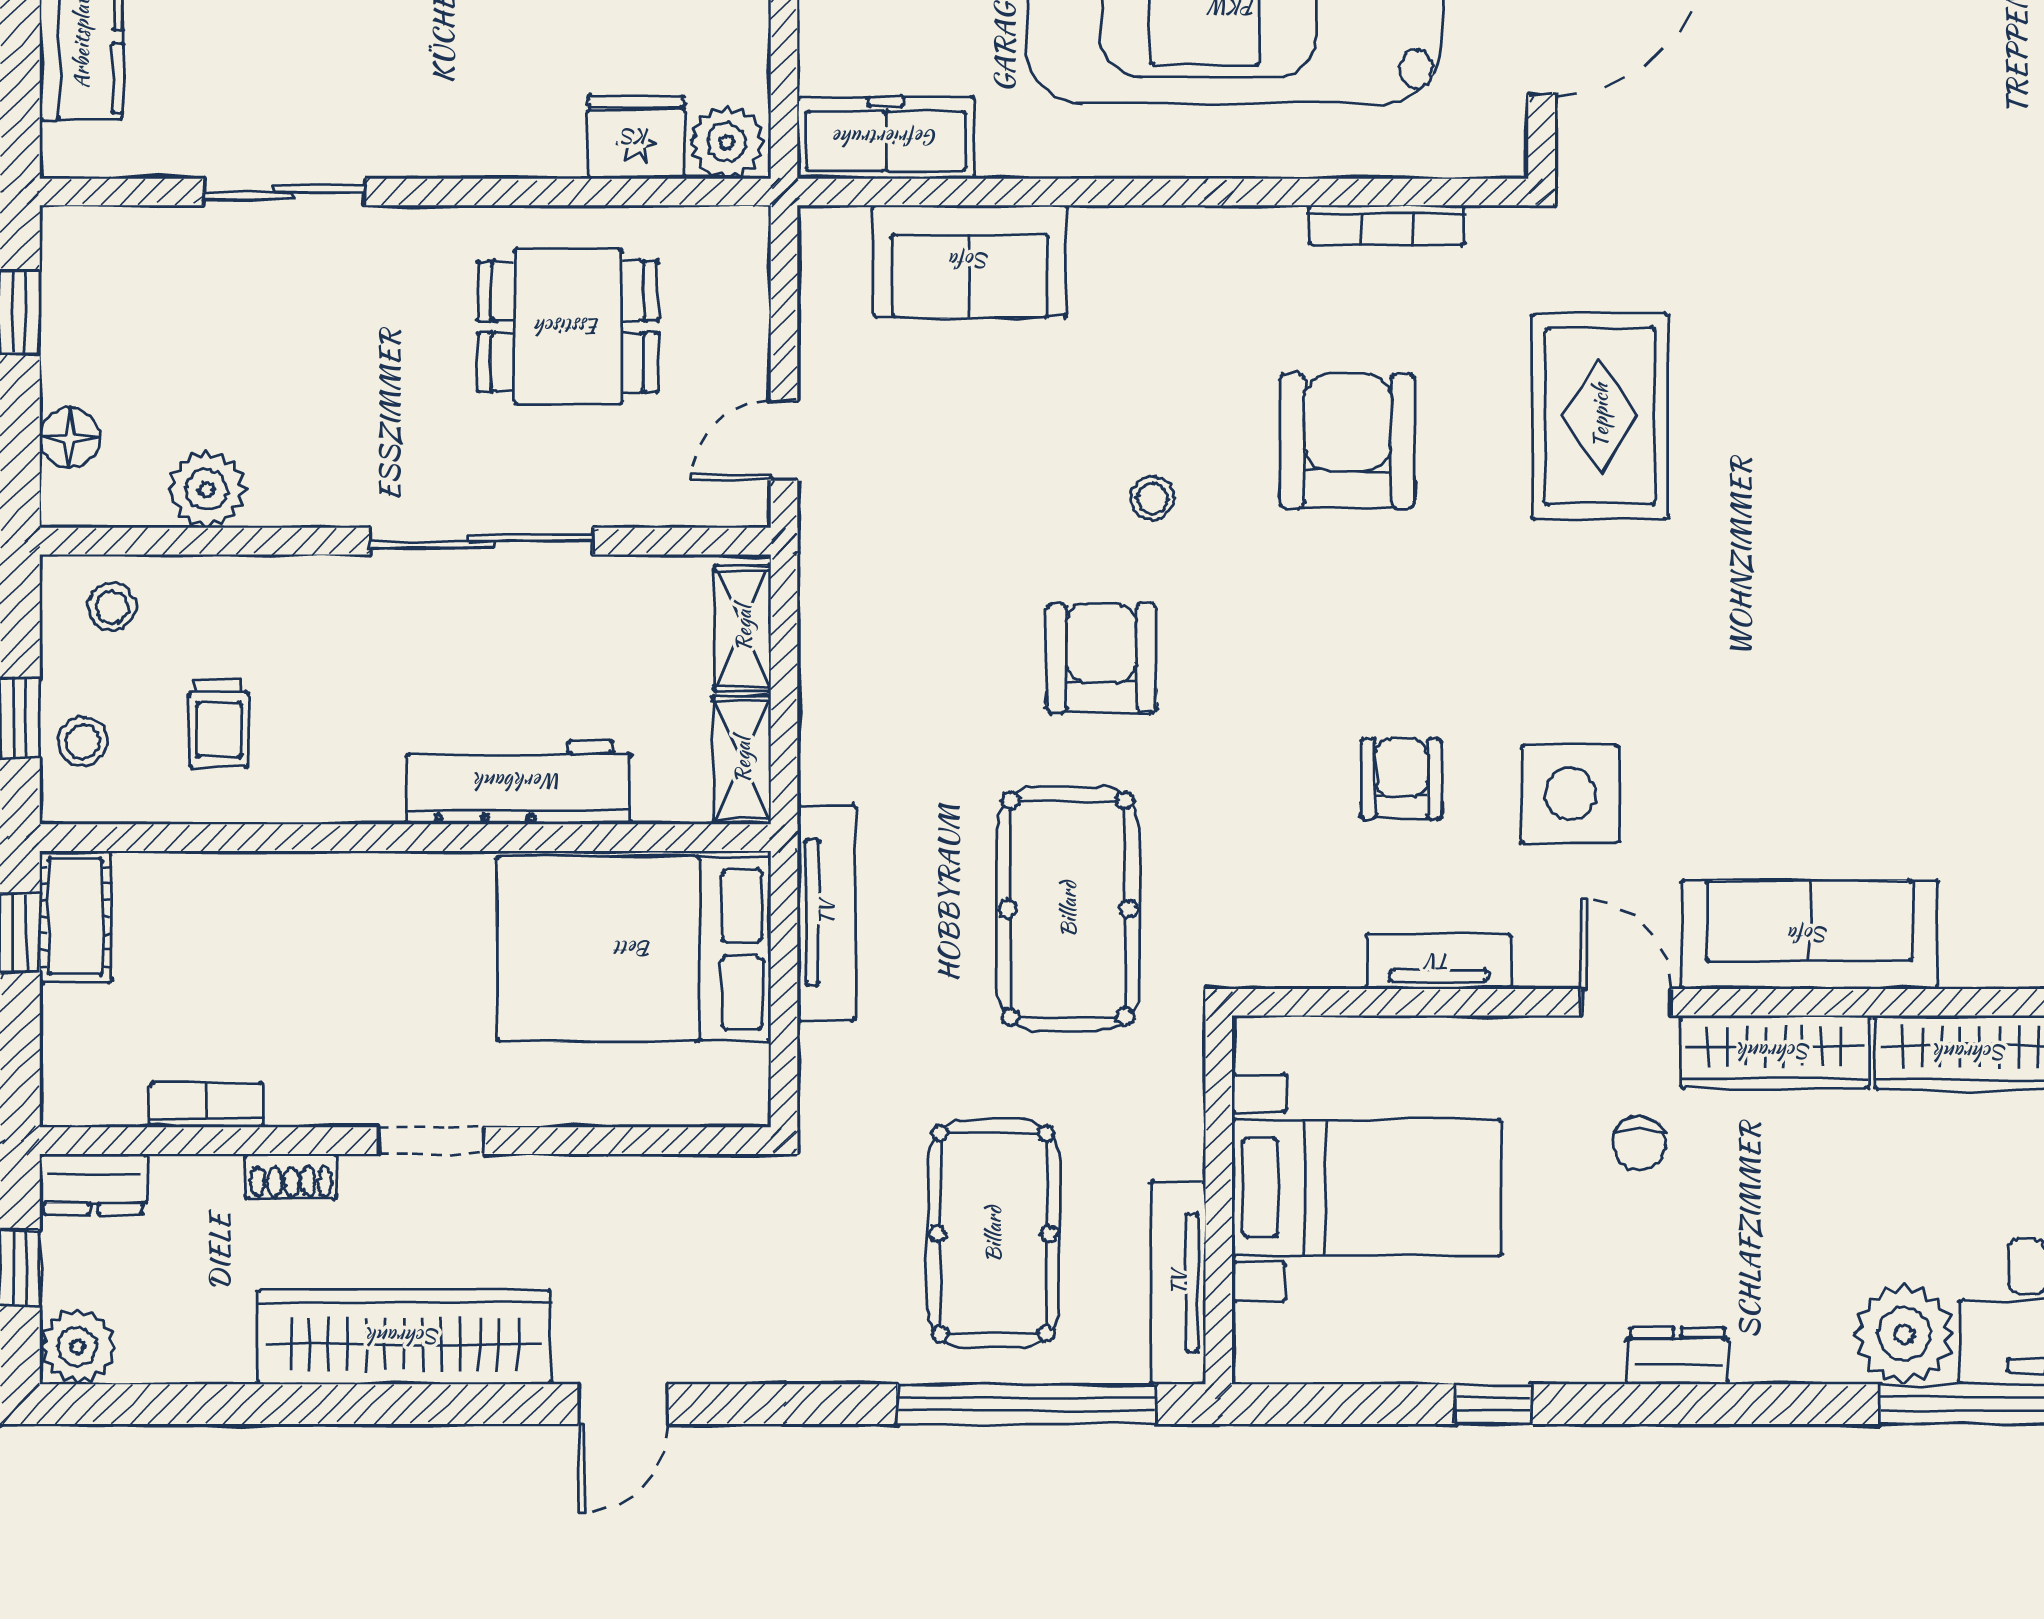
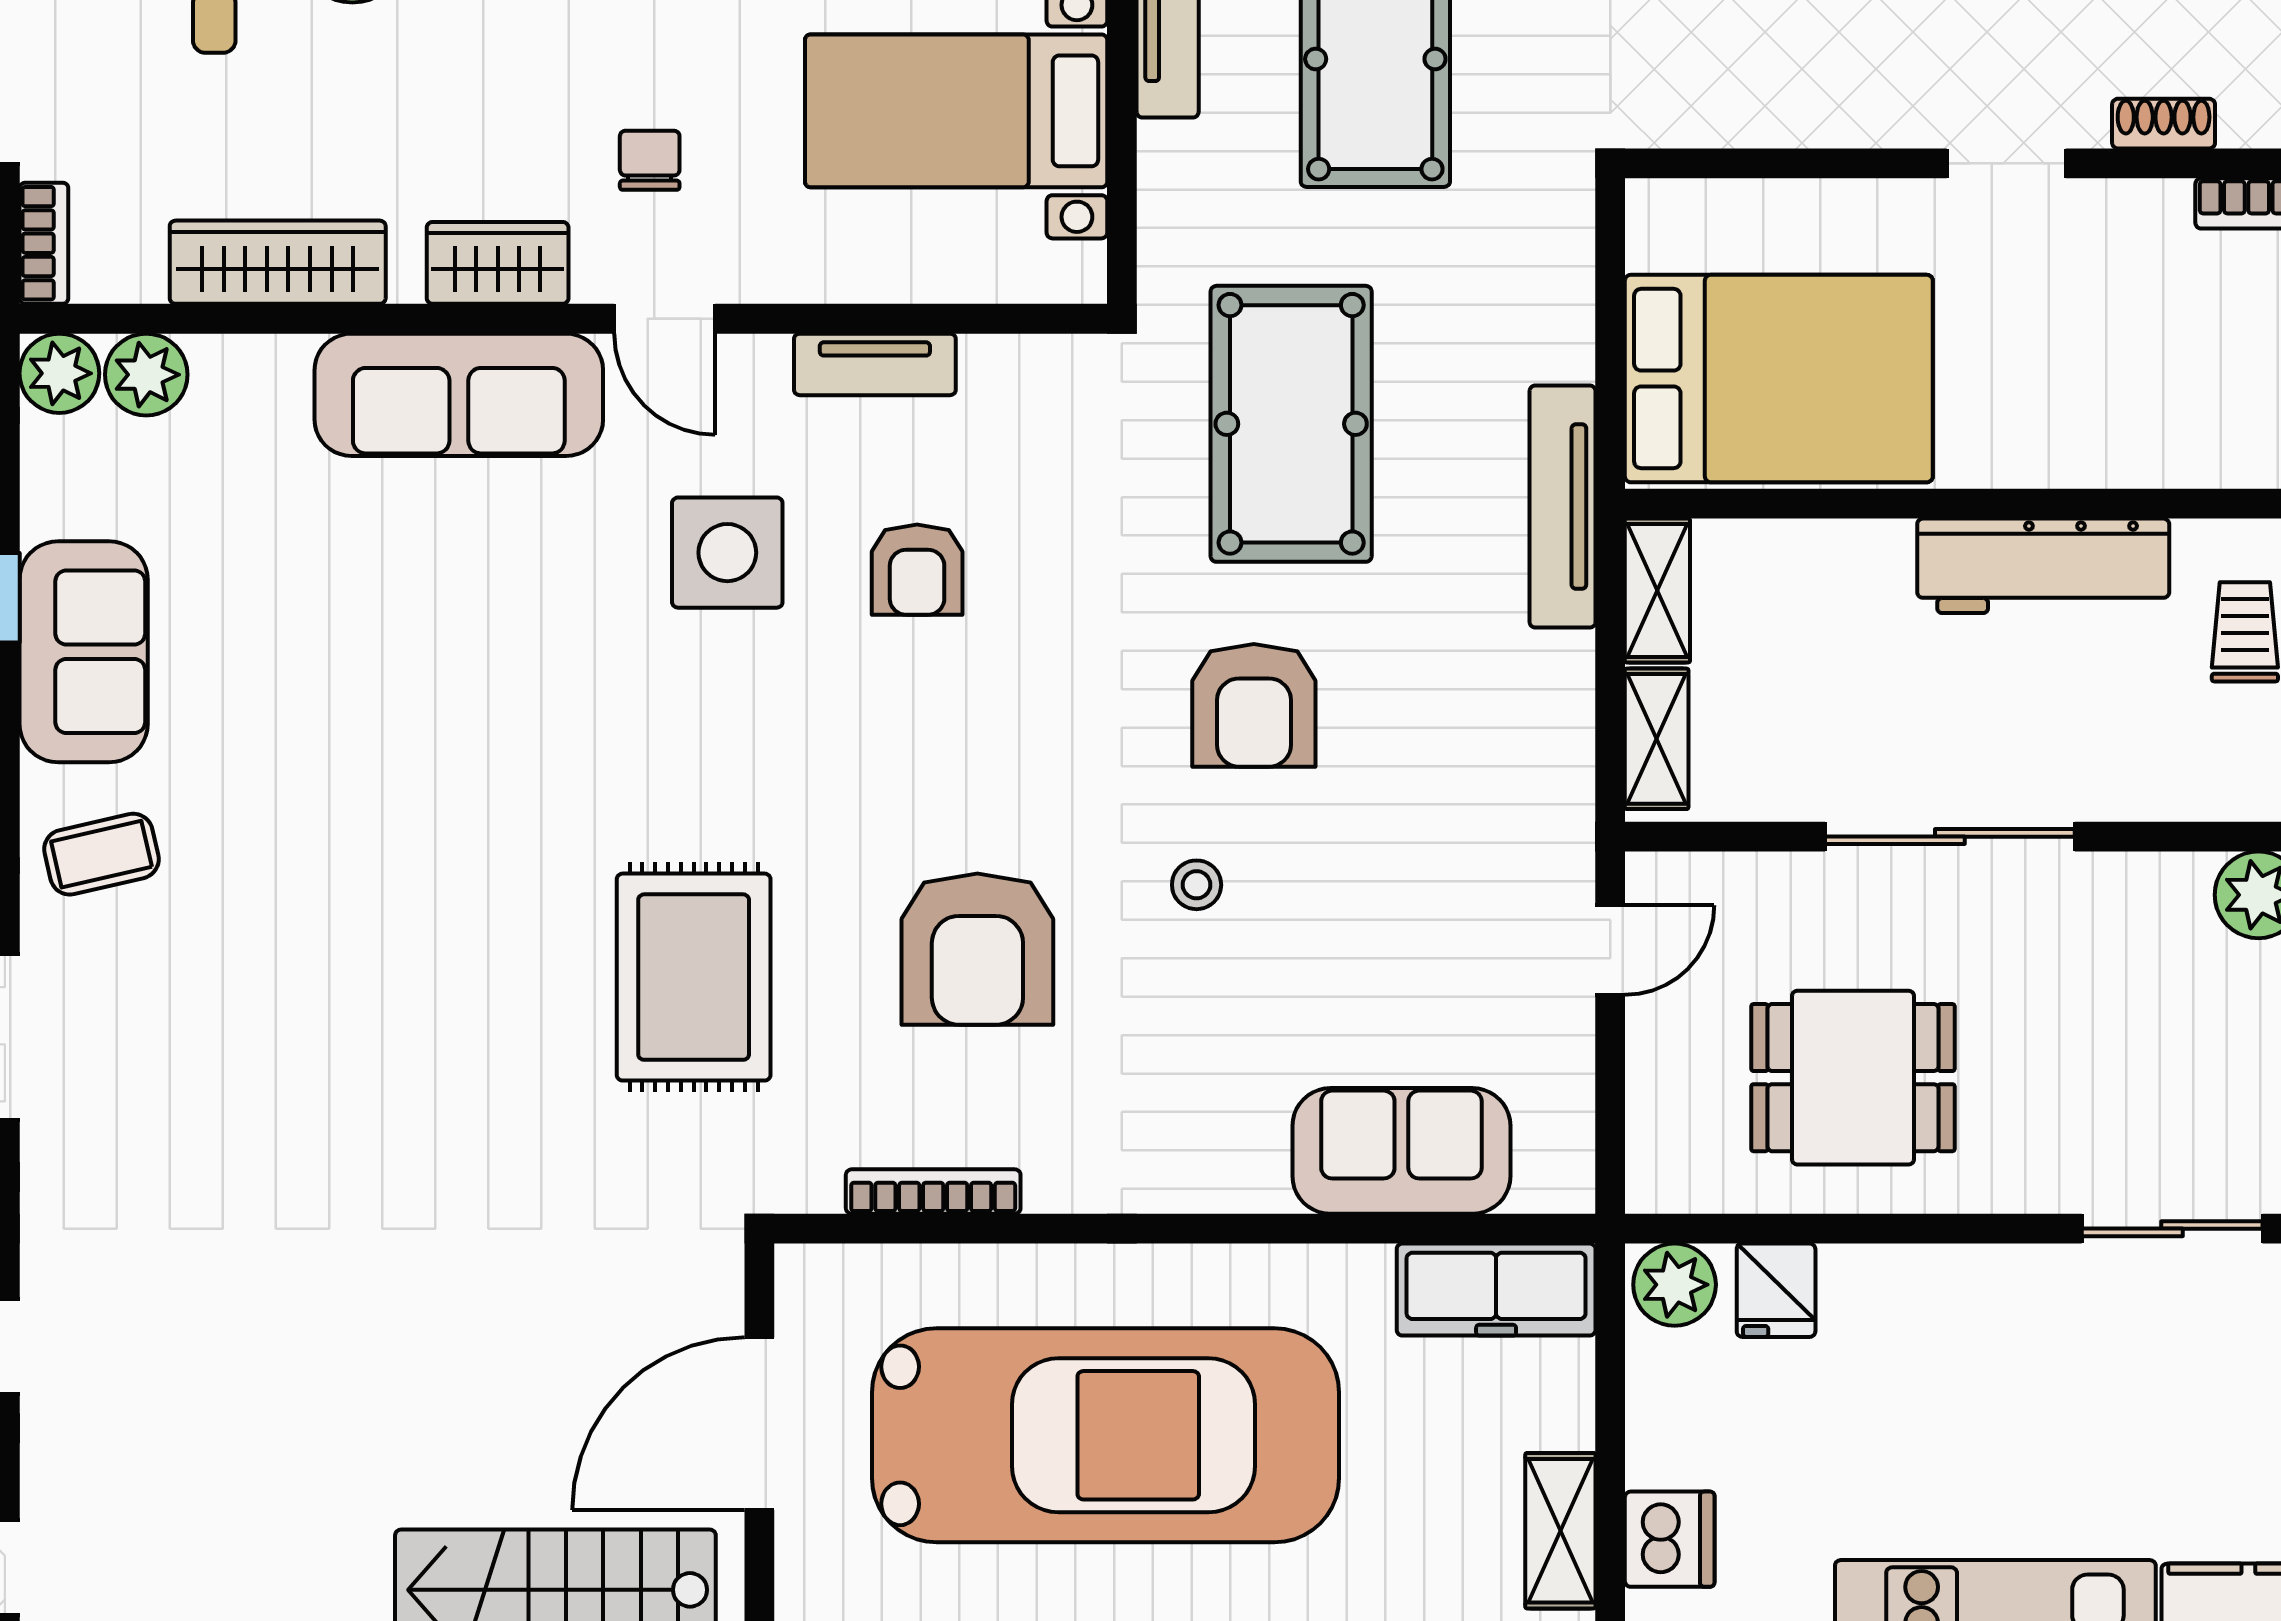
fridge: (636, 137) -> (1776, 1290), width x0.72
workbench: (519, 782) -> (2043, 566), moved
tv unit: (826, 913) -> (1563, 507), moved
wardrobe: (1775, 1052) -> (498, 263), width x0.67

